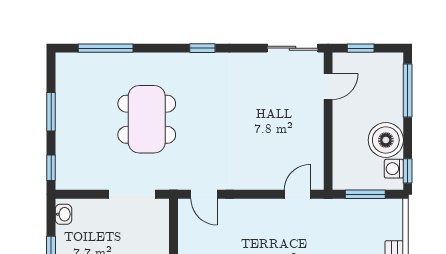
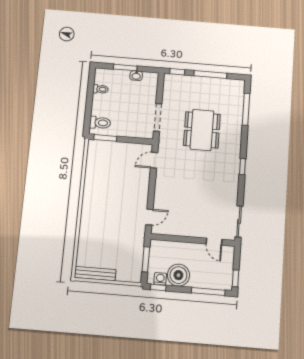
window: (361, 48) -> (236, 278), moved
window: (51, 112) -> (210, 75), width x1.44
dining table: (147, 119) -> (202, 130), turned 90
door: (297, 194) -> (149, 217), hinge flipped
washbasin: (63, 214) -> (136, 76), moved

